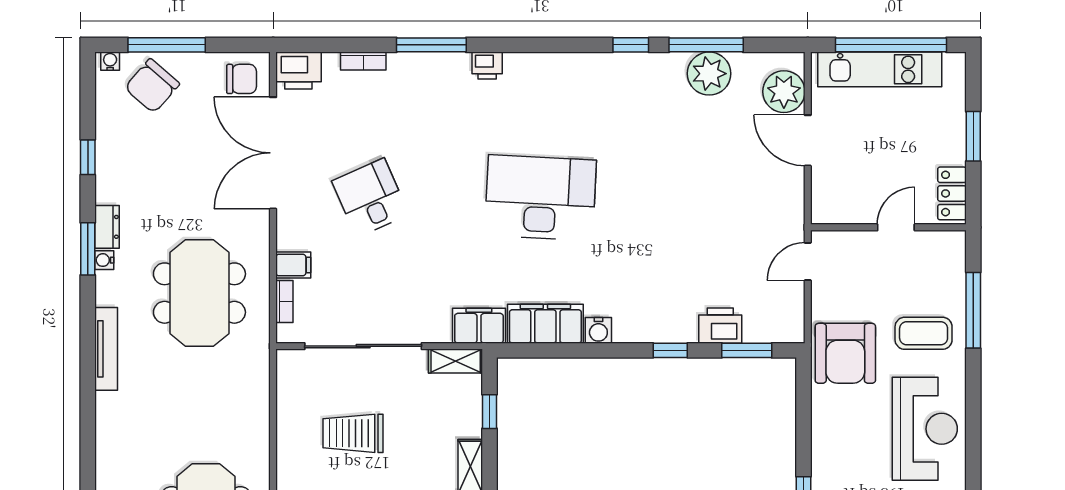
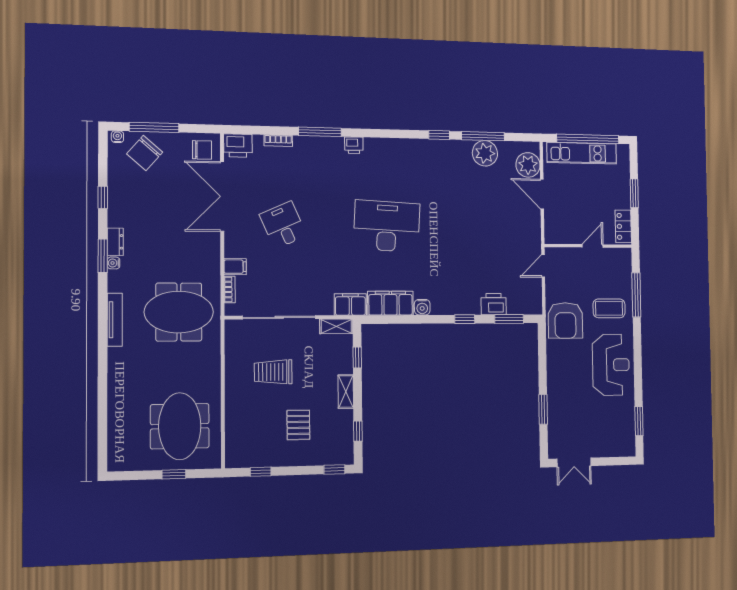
meeting table: (199, 293) -> (179, 312), moved, turned 90

